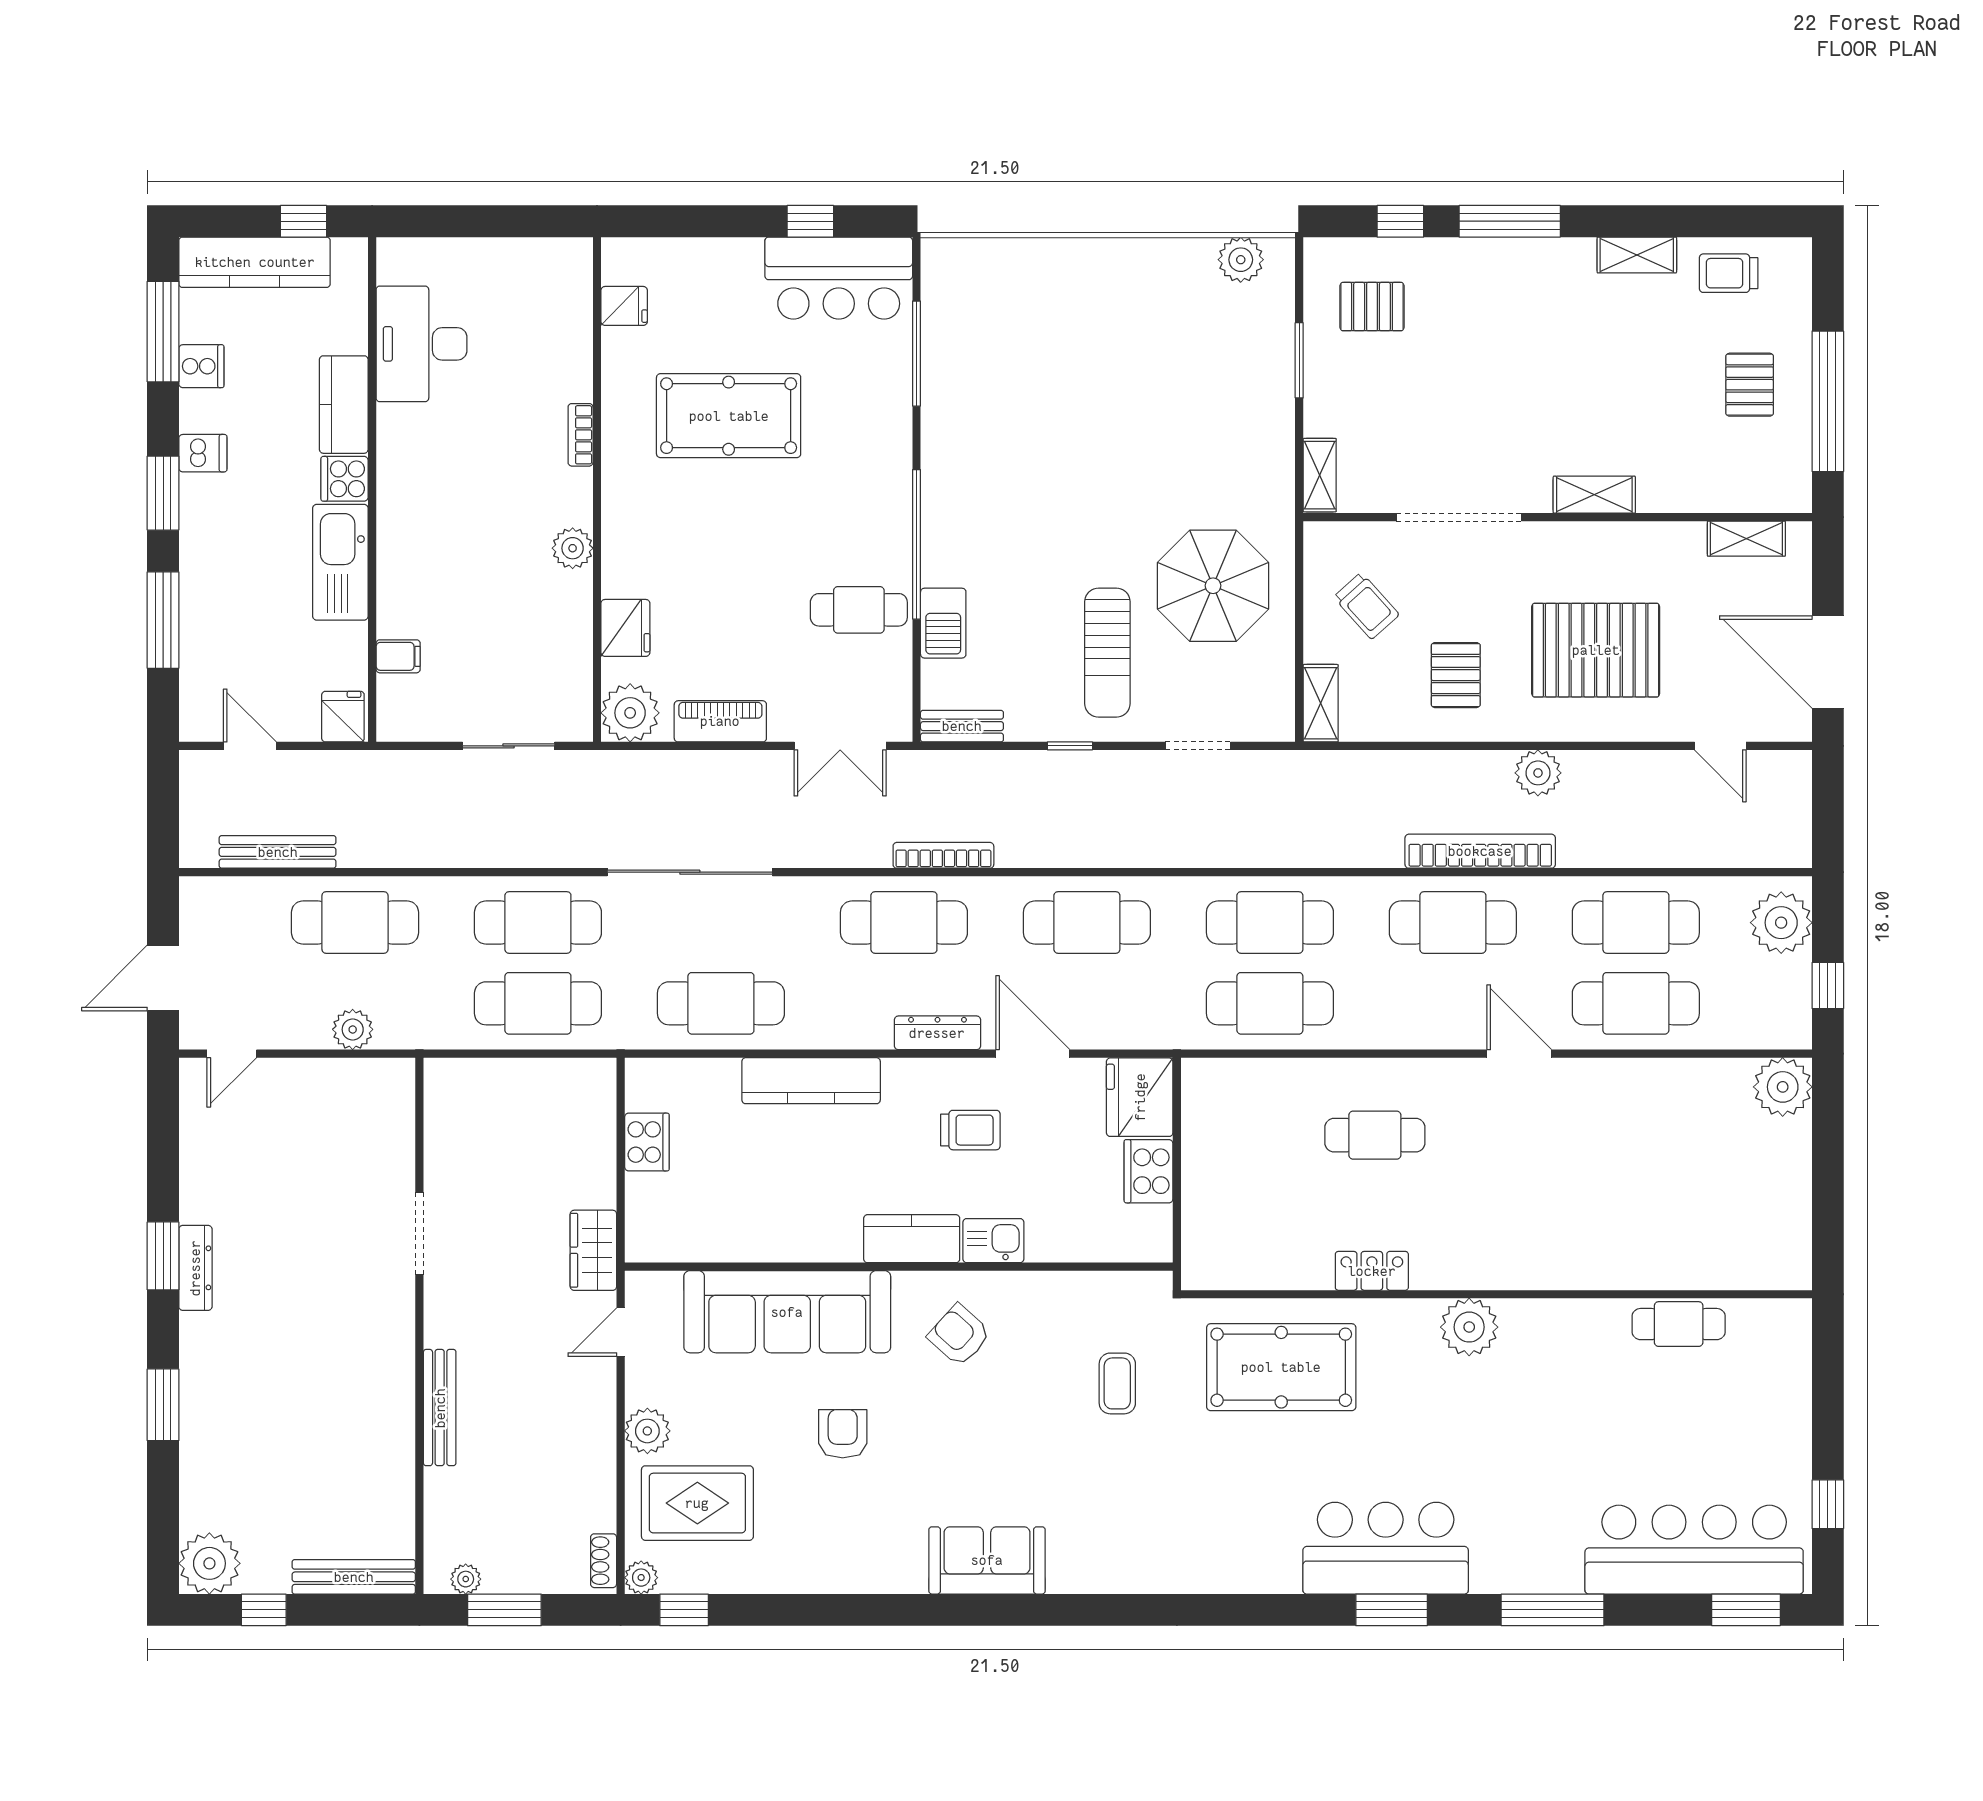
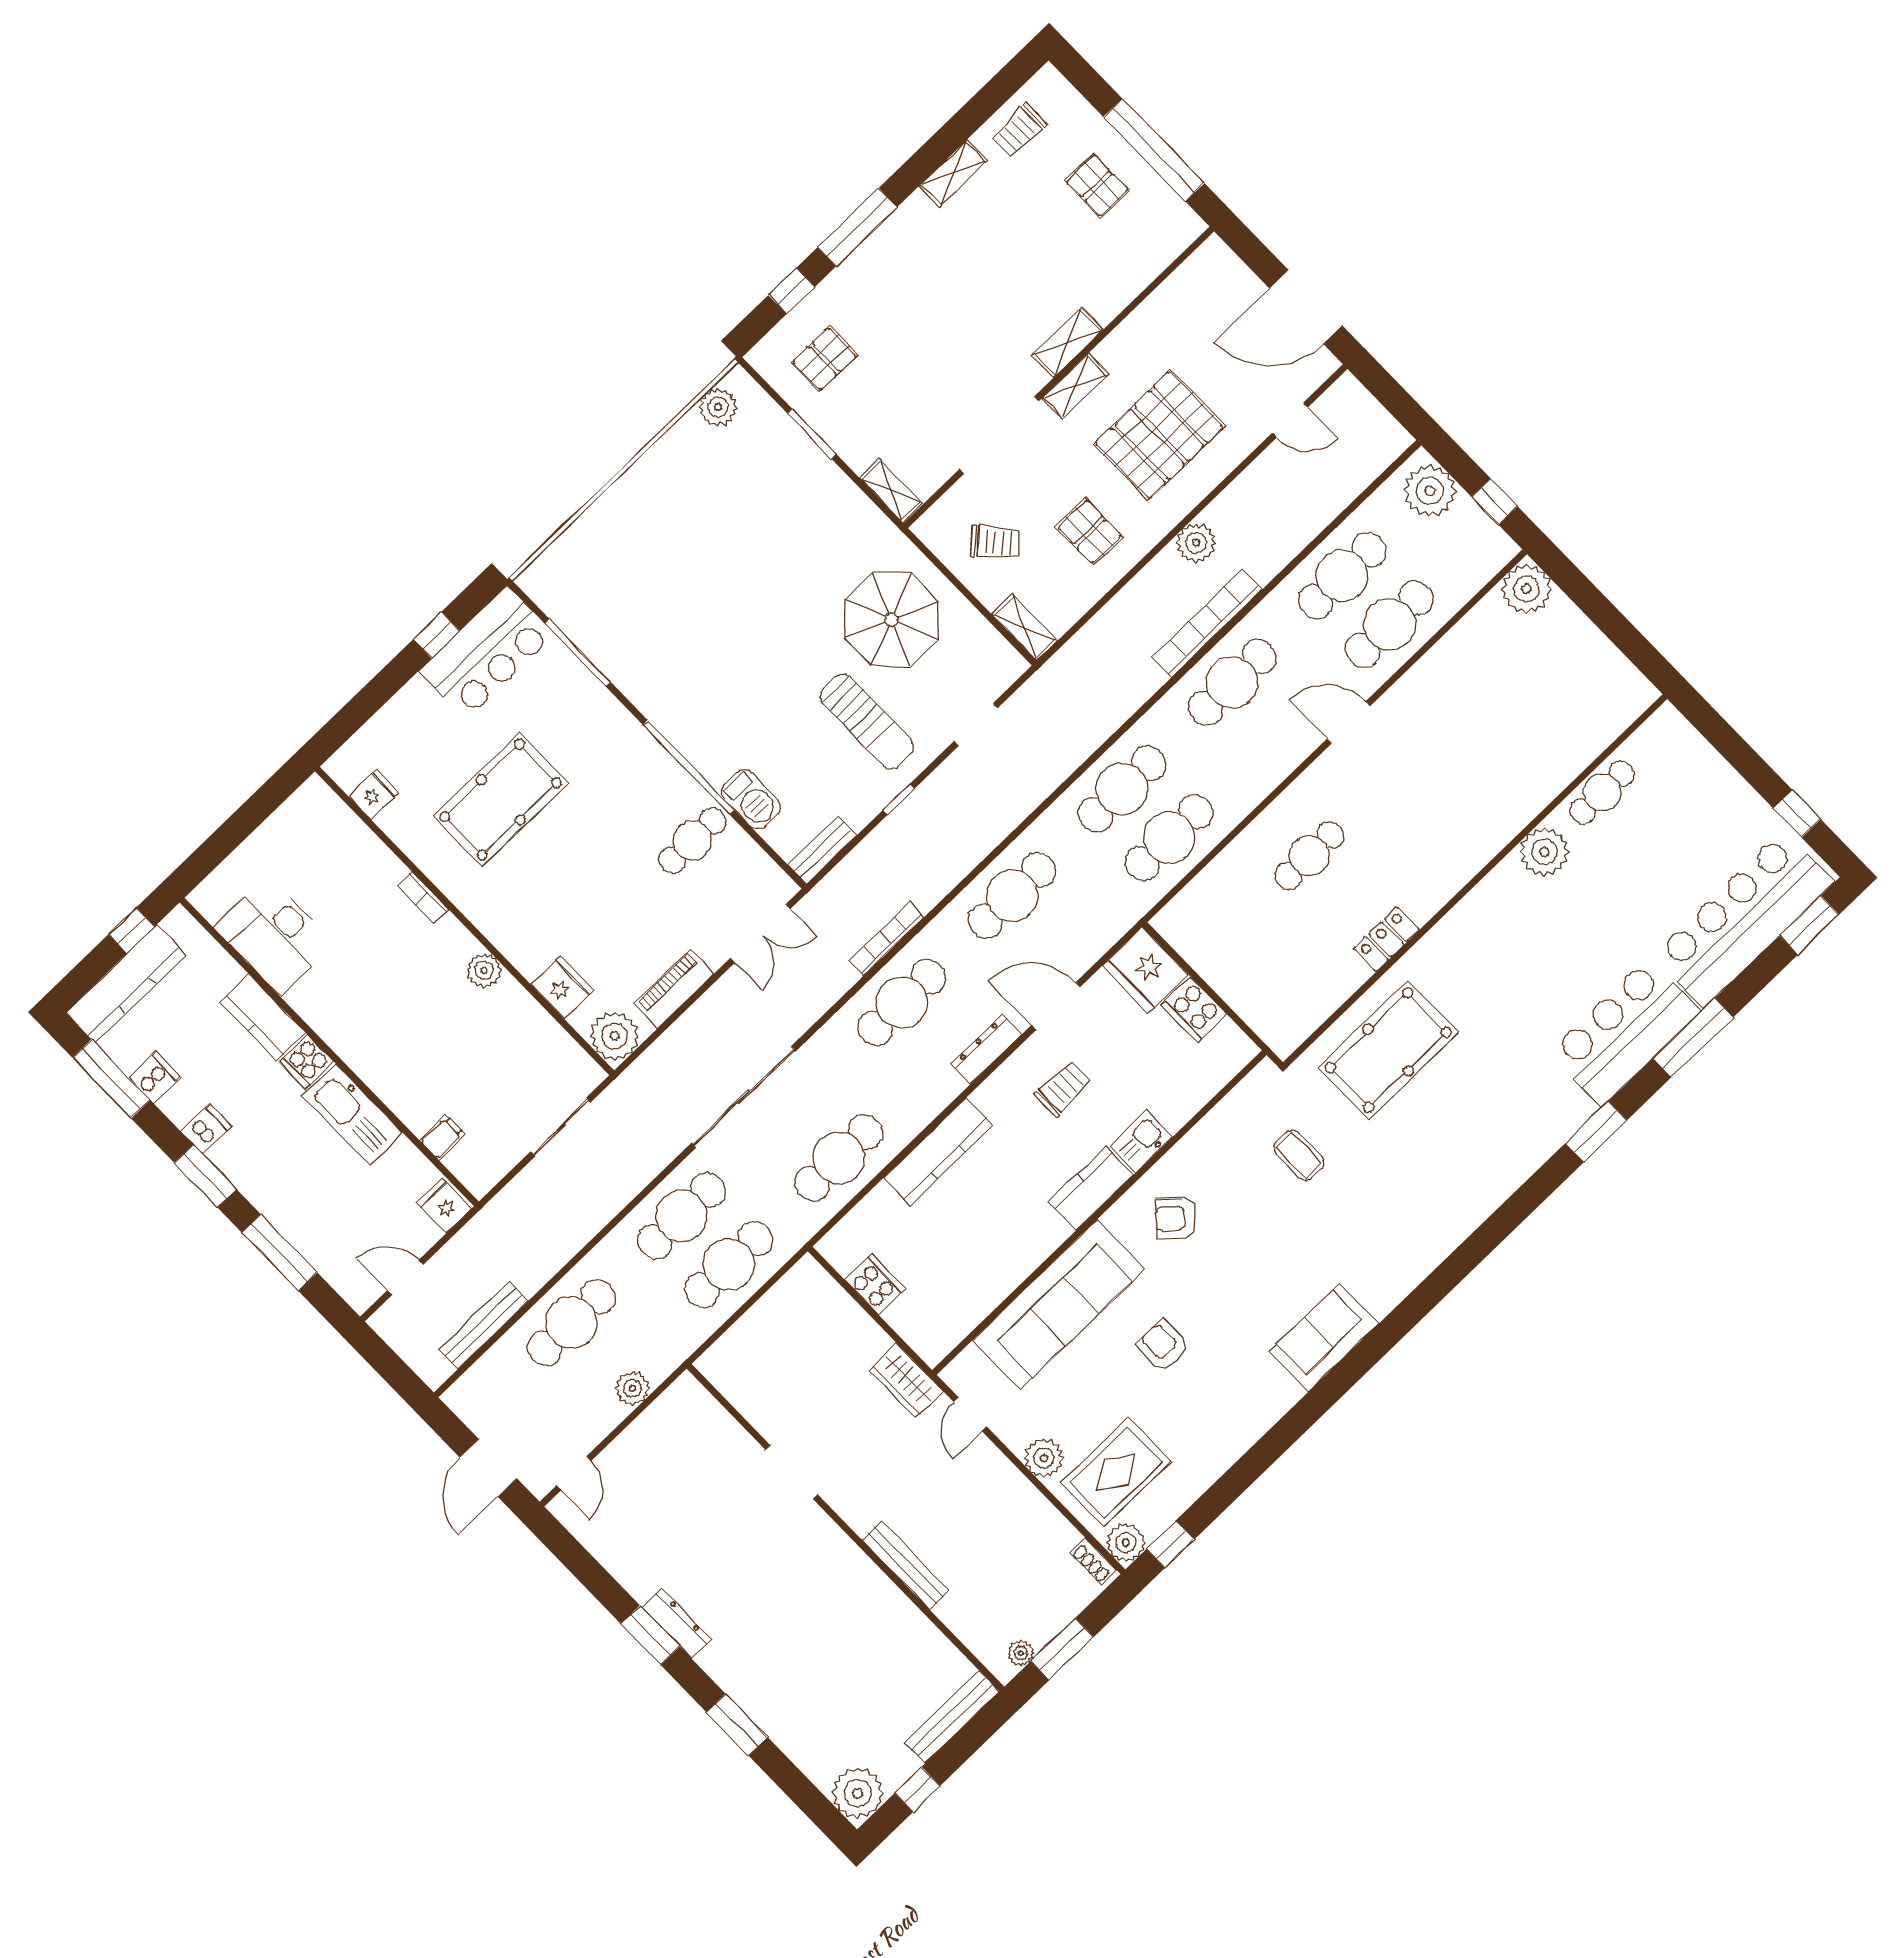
shelving: (1746, 539) -> (1075, 386), moved
plant: (1469, 1327) -> (1544, 852), moved
bar counter: (1386, 1548) -> (1625, 1032), moved
plant: (641, 1578) -> (1126, 1542), width x1.38, depth x1.38

